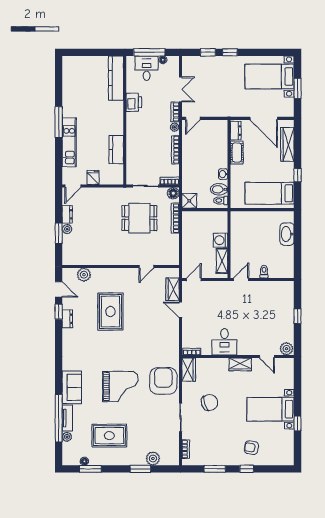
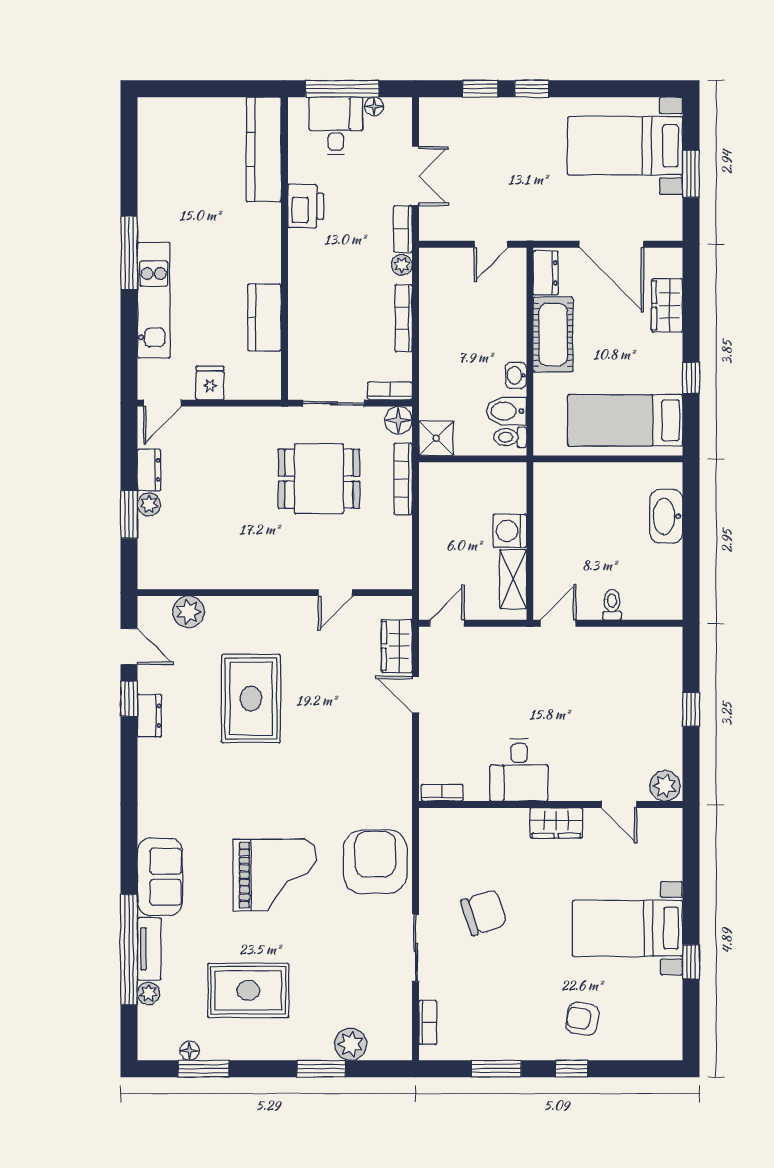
door: (193, 118) -> (491, 244), moved
wardrobe: (287, 144) -> (667, 305), width x0.67
cot: (237, 153) -> (553, 335), width x1.37, depth x1.34
wardrobe: (189, 370) -> (435, 835), removed

